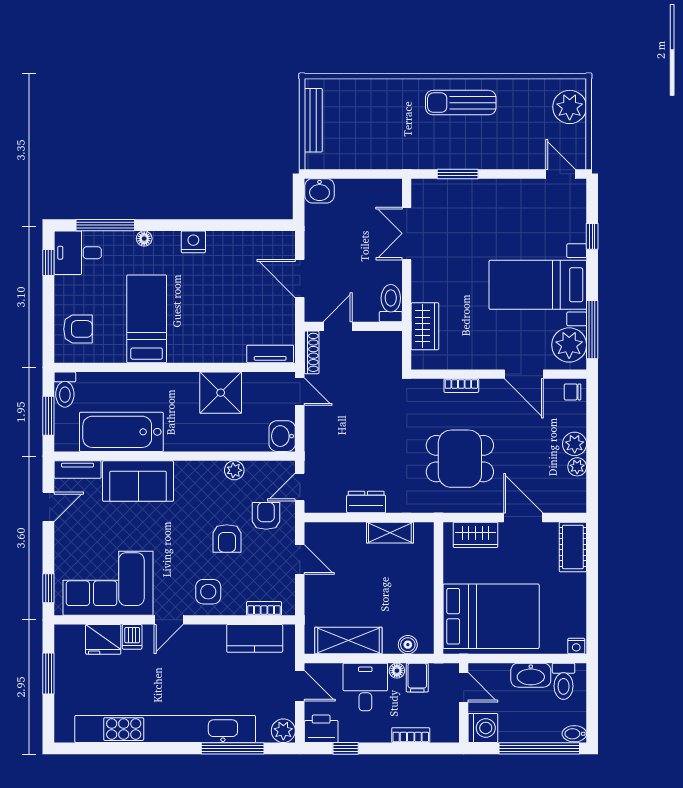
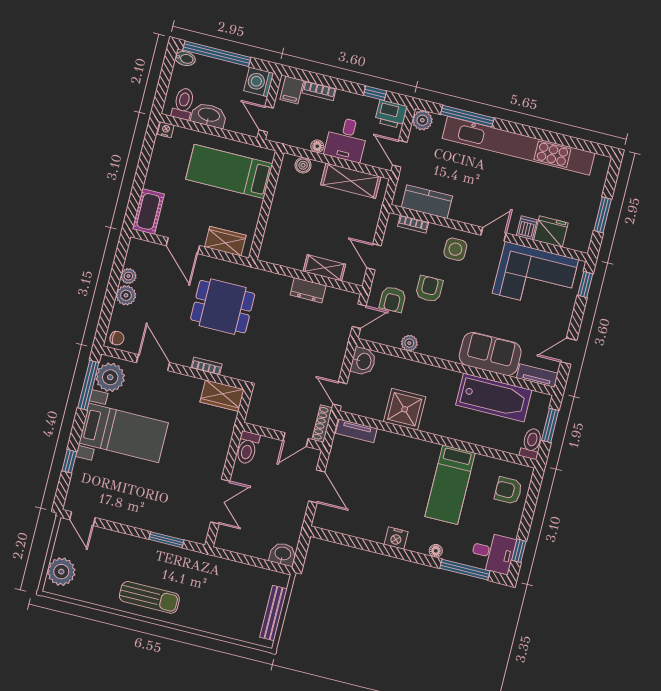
wardrobe: (425, 326) -> (222, 396), moved, turned -90
shelving: (390, 533) -> (324, 268), moved
bed: (491, 616) -> (229, 171), width x0.67
filing cabinet: (417, 678) -> (292, 90), moved, turned 180

